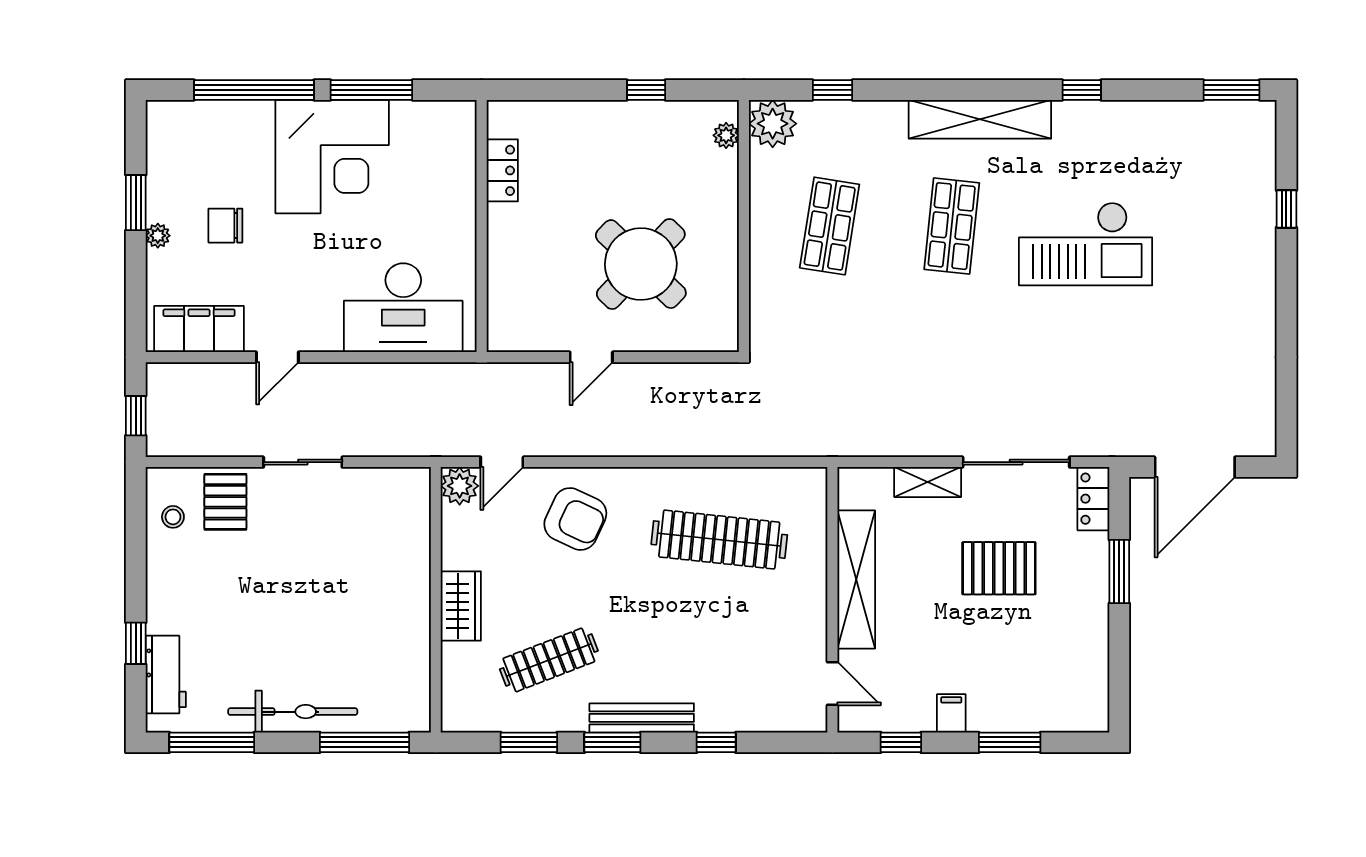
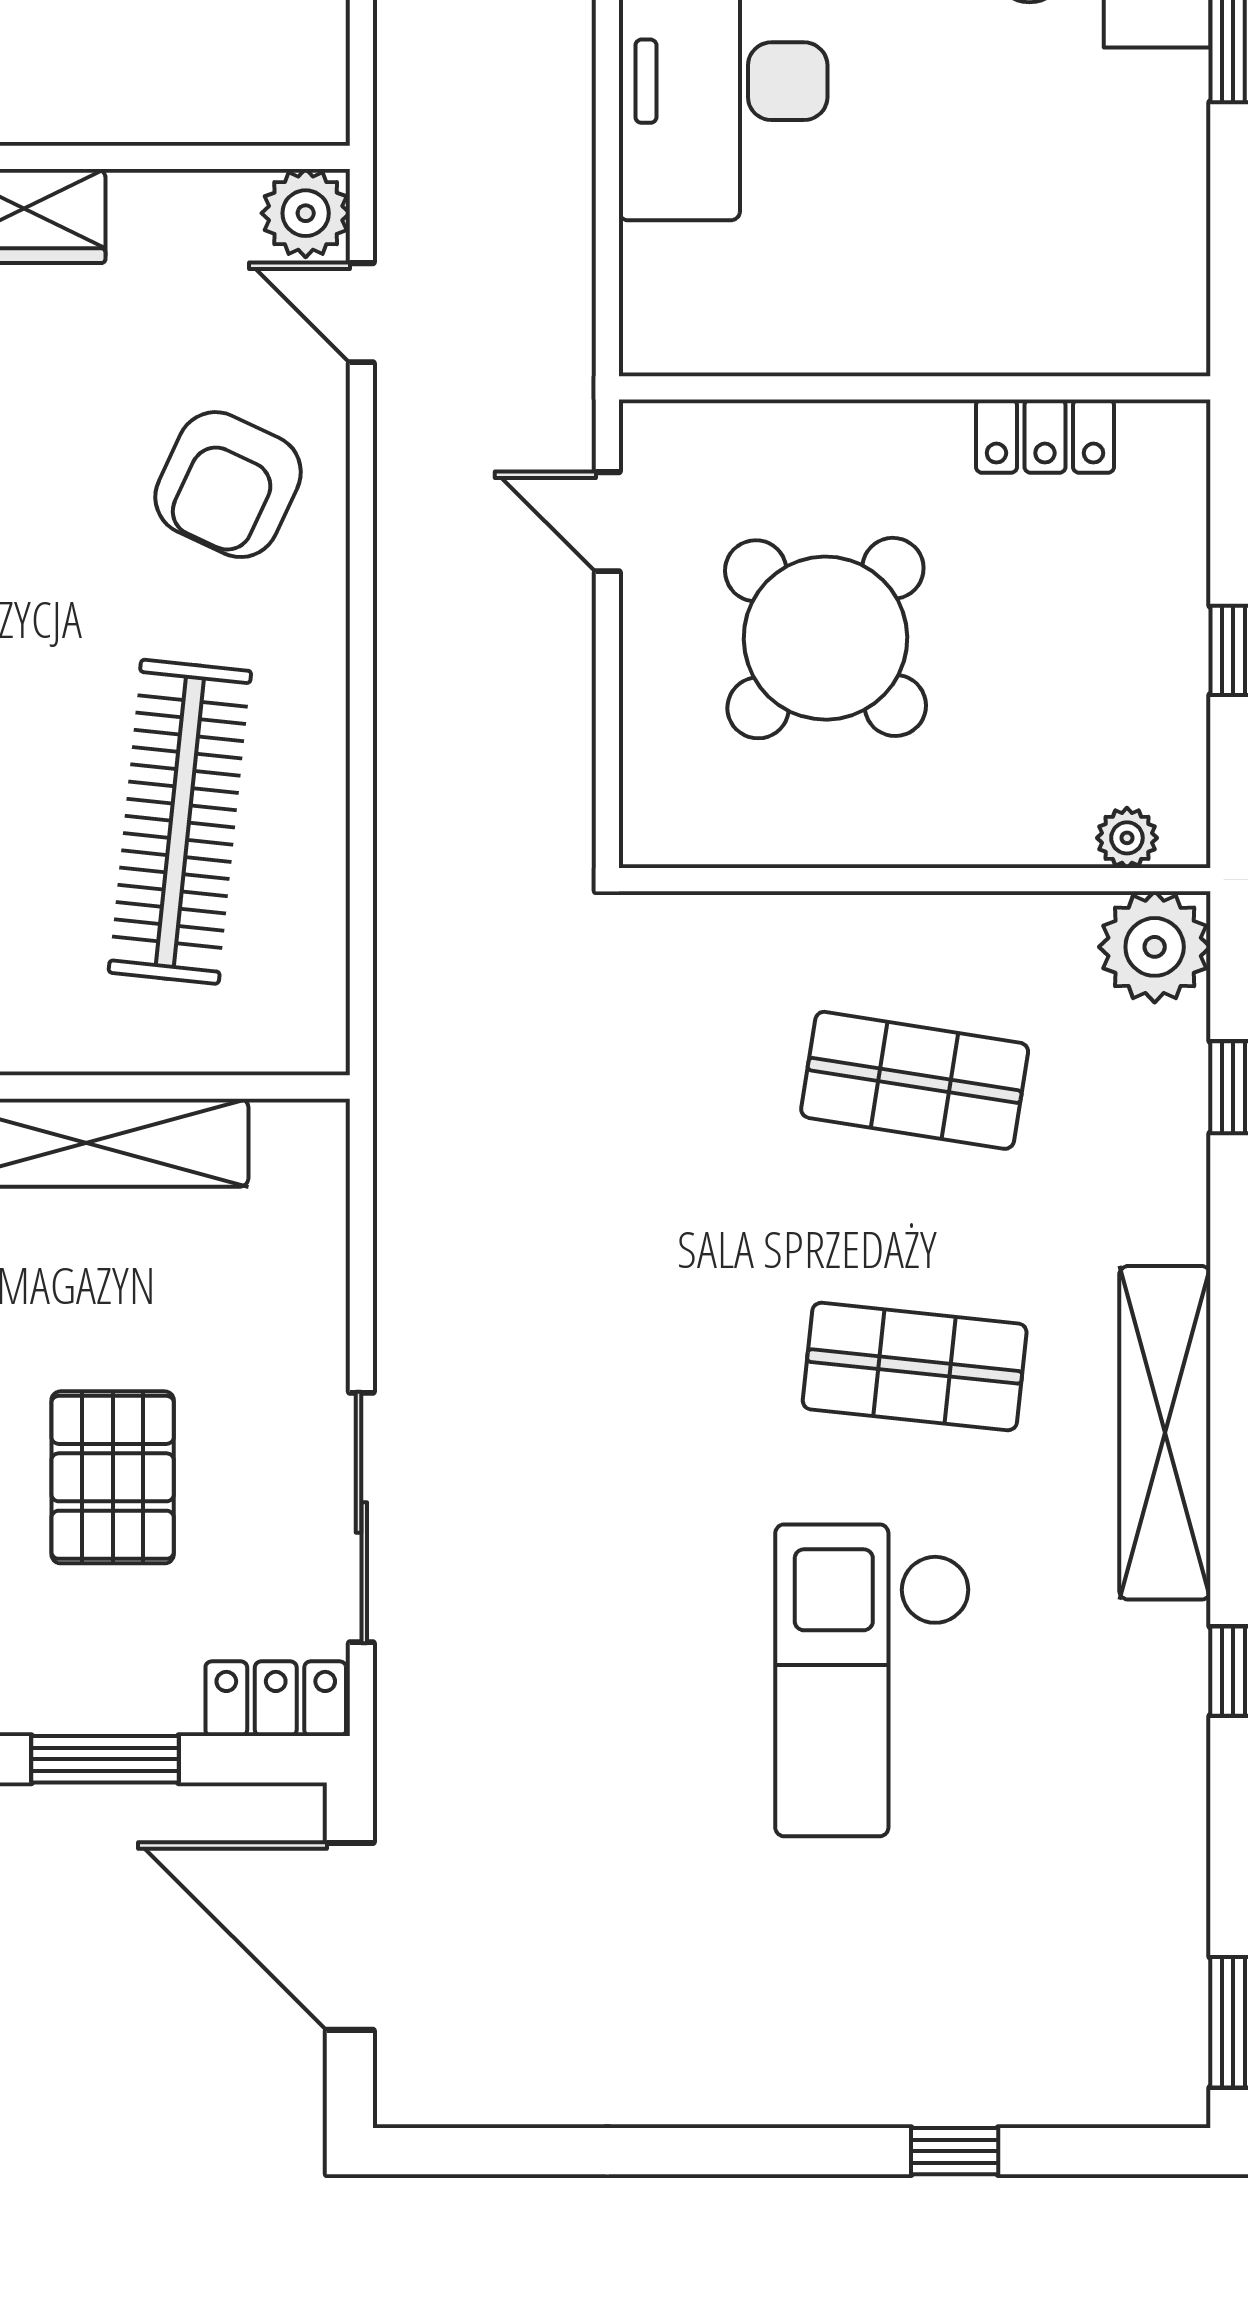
locker: (502, 170) -> (1045, 436), moved
wall: (482, 226) -> (915, 388), moved
shelving: (928, 482) -> (315, 1310), removed

